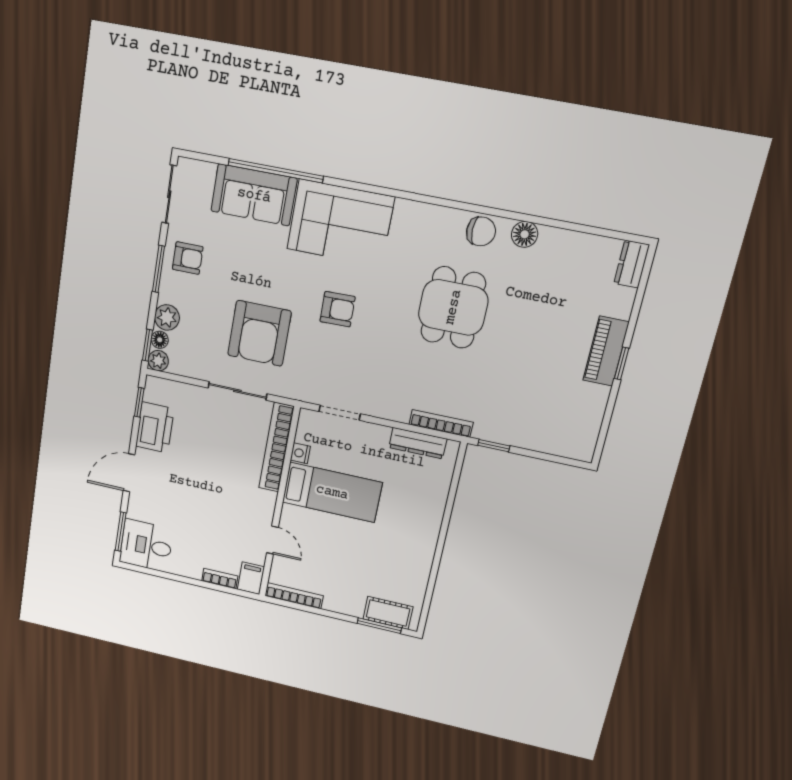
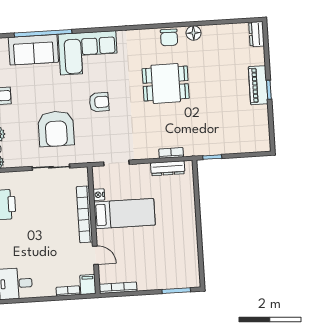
chair: (481, 231) -> (169, 37), turned 90
dining table: (453, 307) -> (166, 84), turned 90
bookcase: (441, 423) -> (171, 153), width x0.64
bookcase: (276, 447) -> (85, 214), moved
cot: (388, 613) -> (179, 281), removed

